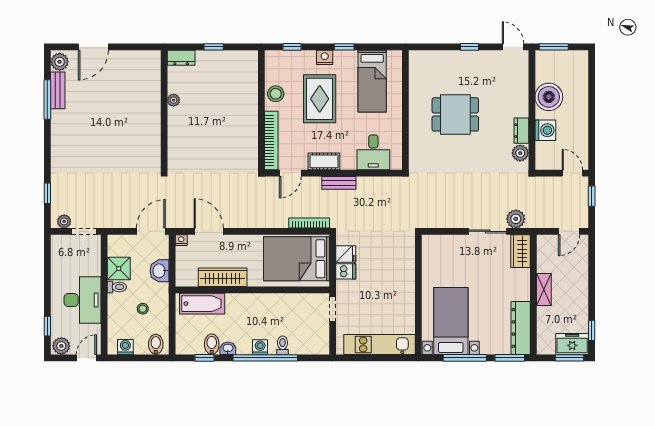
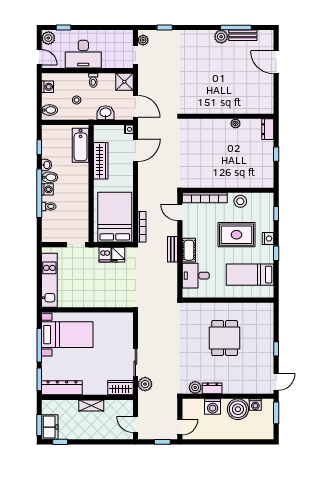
plant: (60, 62) -> (221, 37), moved
washing machine: (543, 74) -> (255, 405), added
cot: (324, 161) -> (189, 250), moved
shower: (119, 269) -> (124, 82), moved
bidet: (212, 344) -> (50, 177), moved

